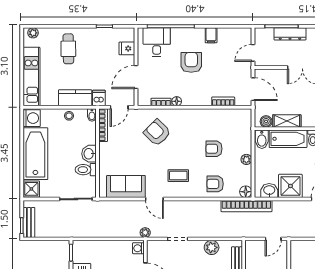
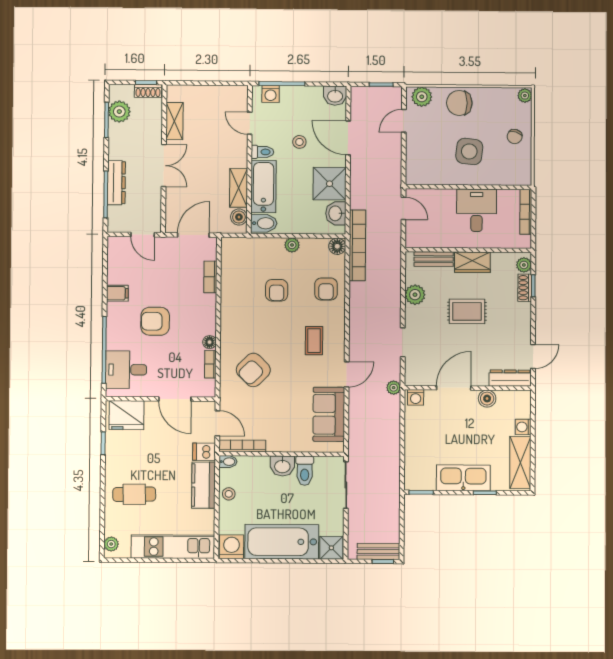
fridge: (127, 48) -> (126, 415), width x1.88, depth x1.34

